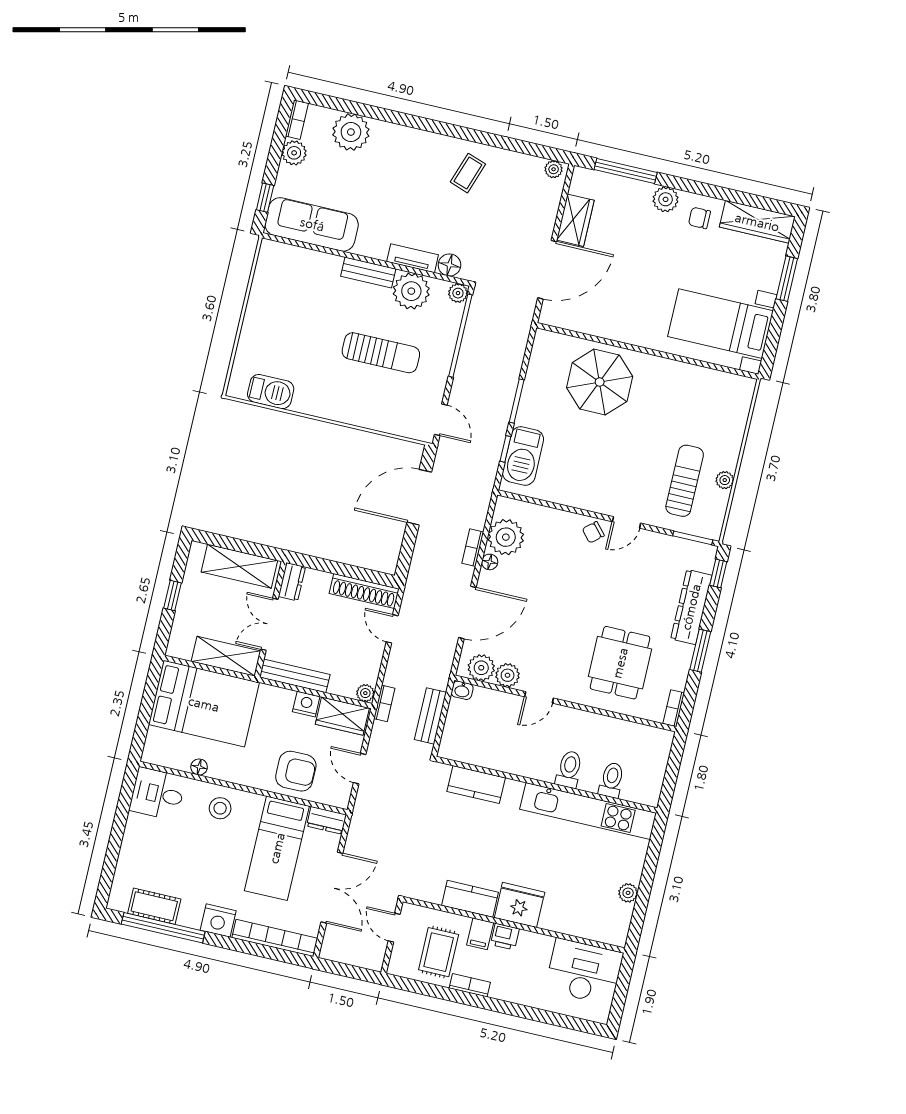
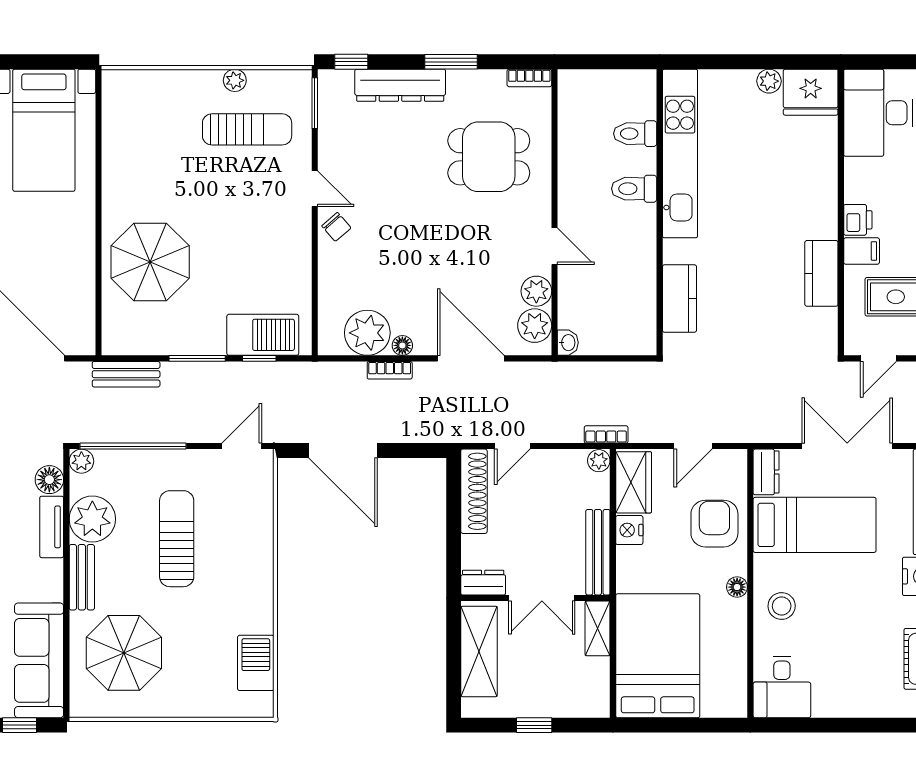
parasol: (302, 291) -> (124, 653), added
sun lounger: (685, 481) -> (247, 129), turned 180
shelving: (226, 656) -> (598, 628), width x0.67, depth x0.75
bench: (430, 716) -> (126, 374), moved
floor lamp: (199, 767) -> (737, 587), moved
fridge: (520, 905) -> (811, 92), moved, turned -90

